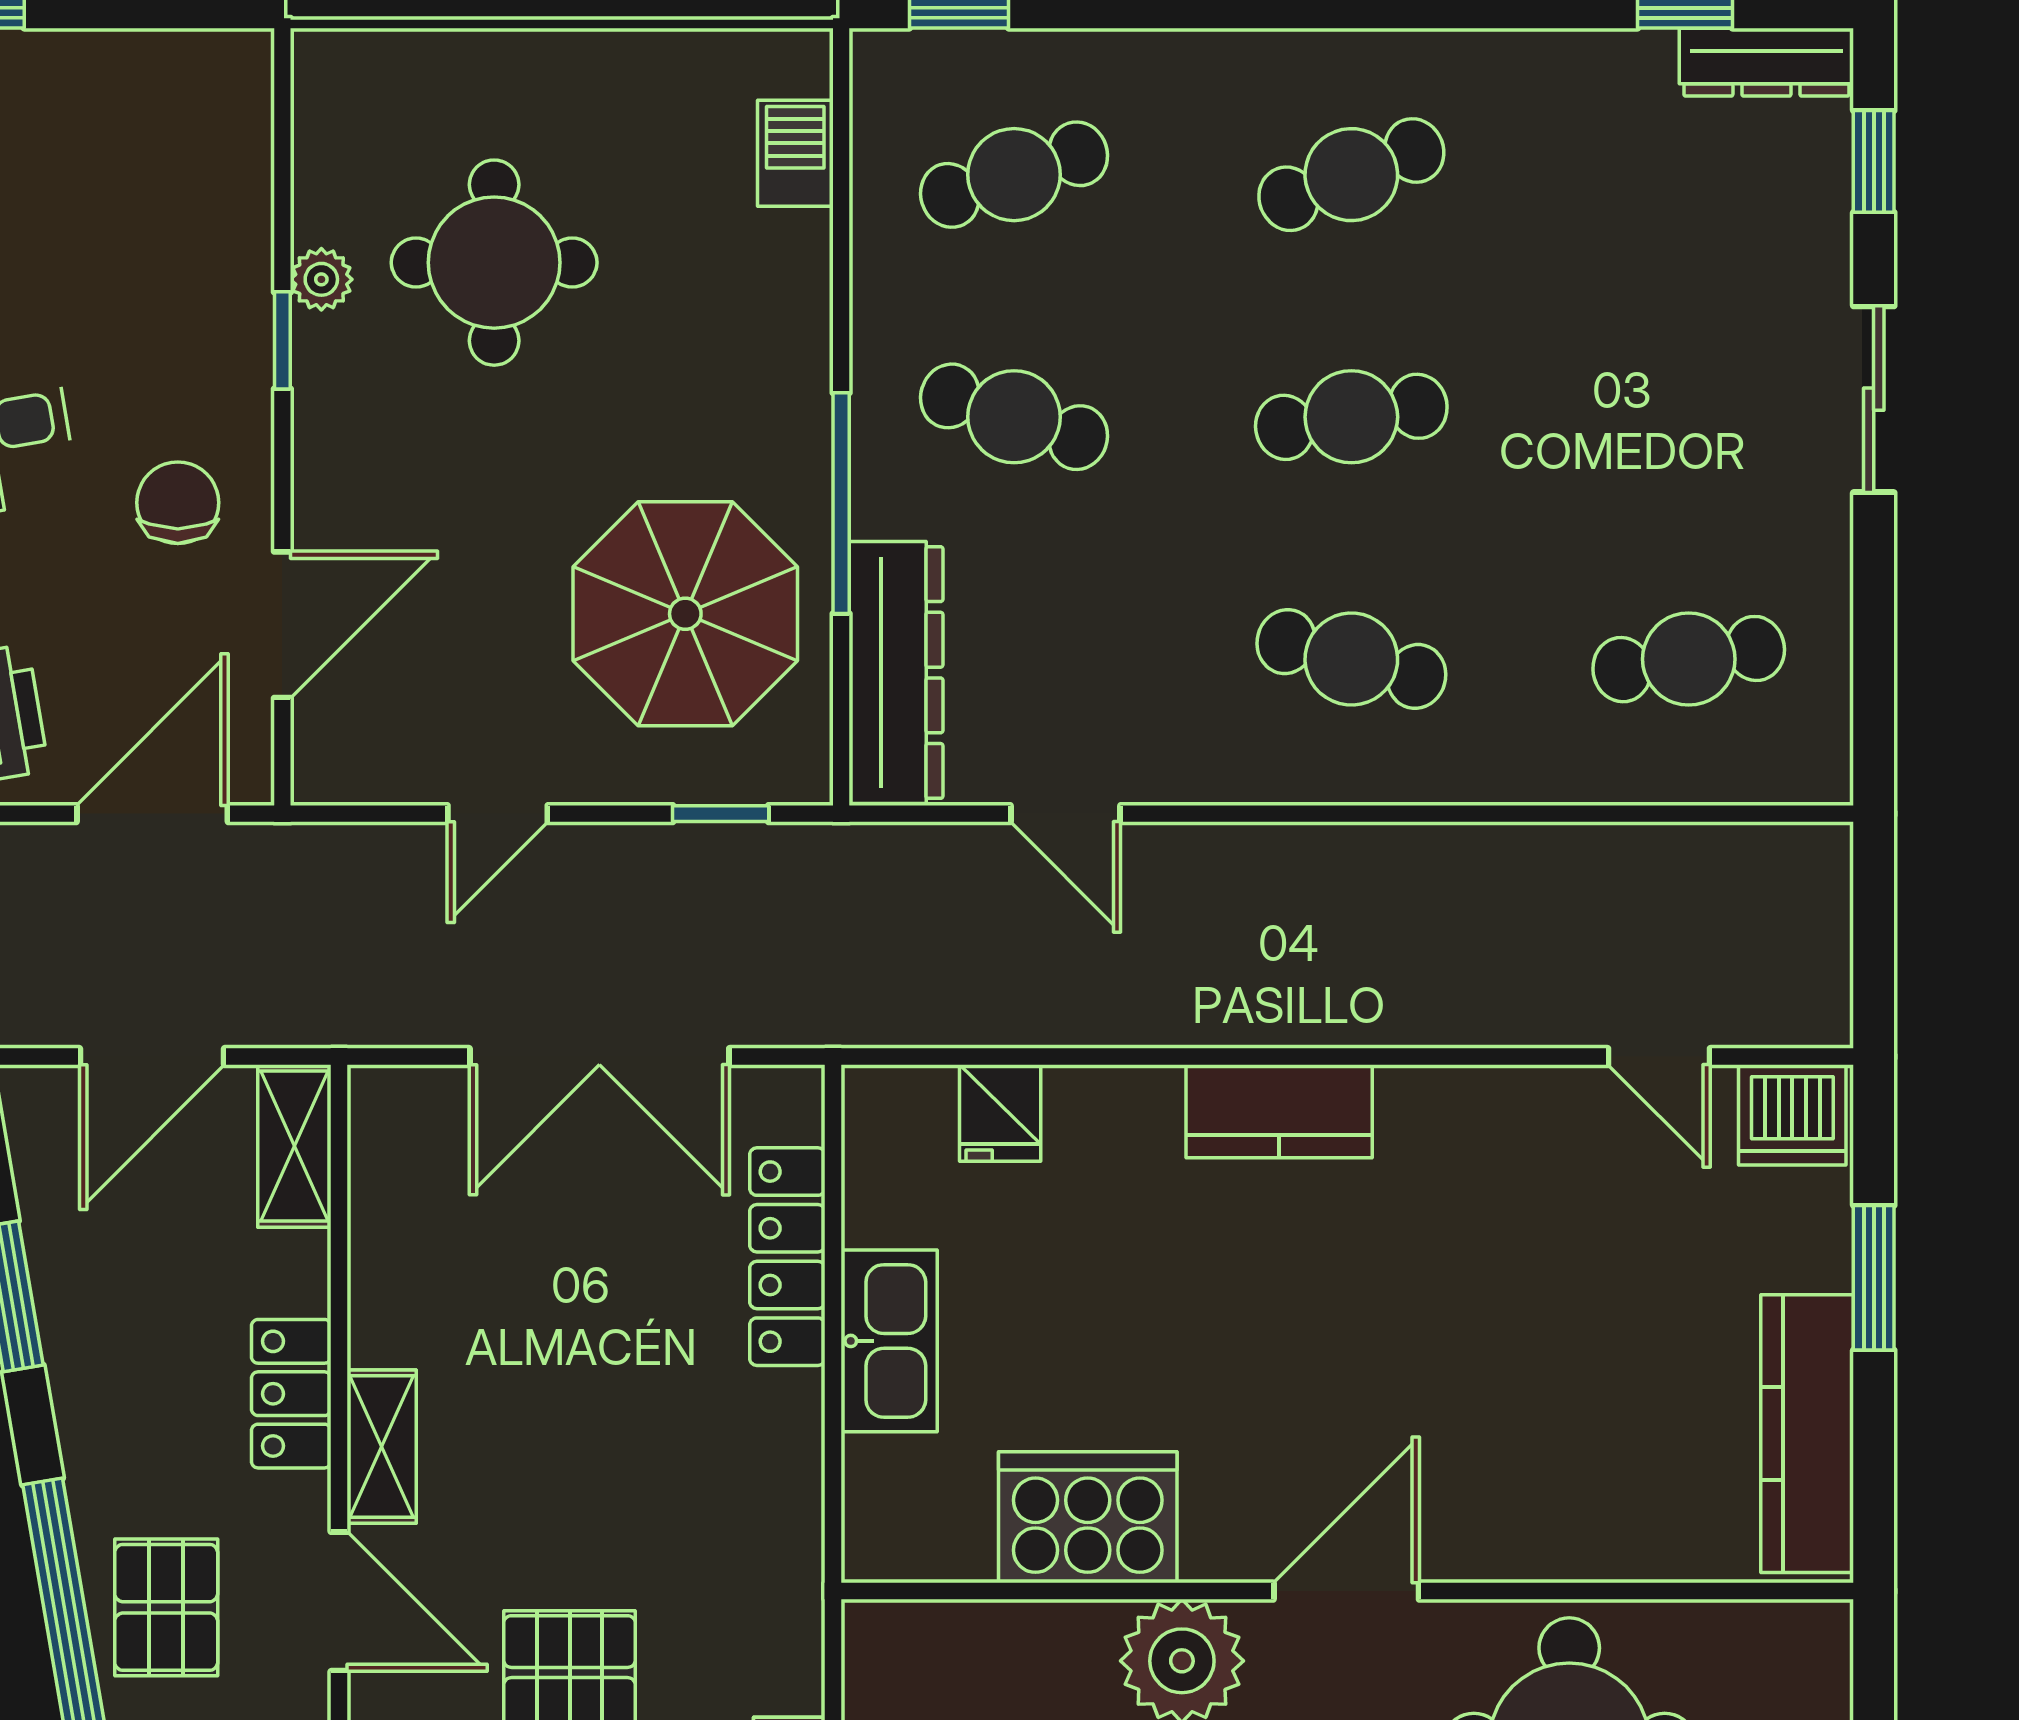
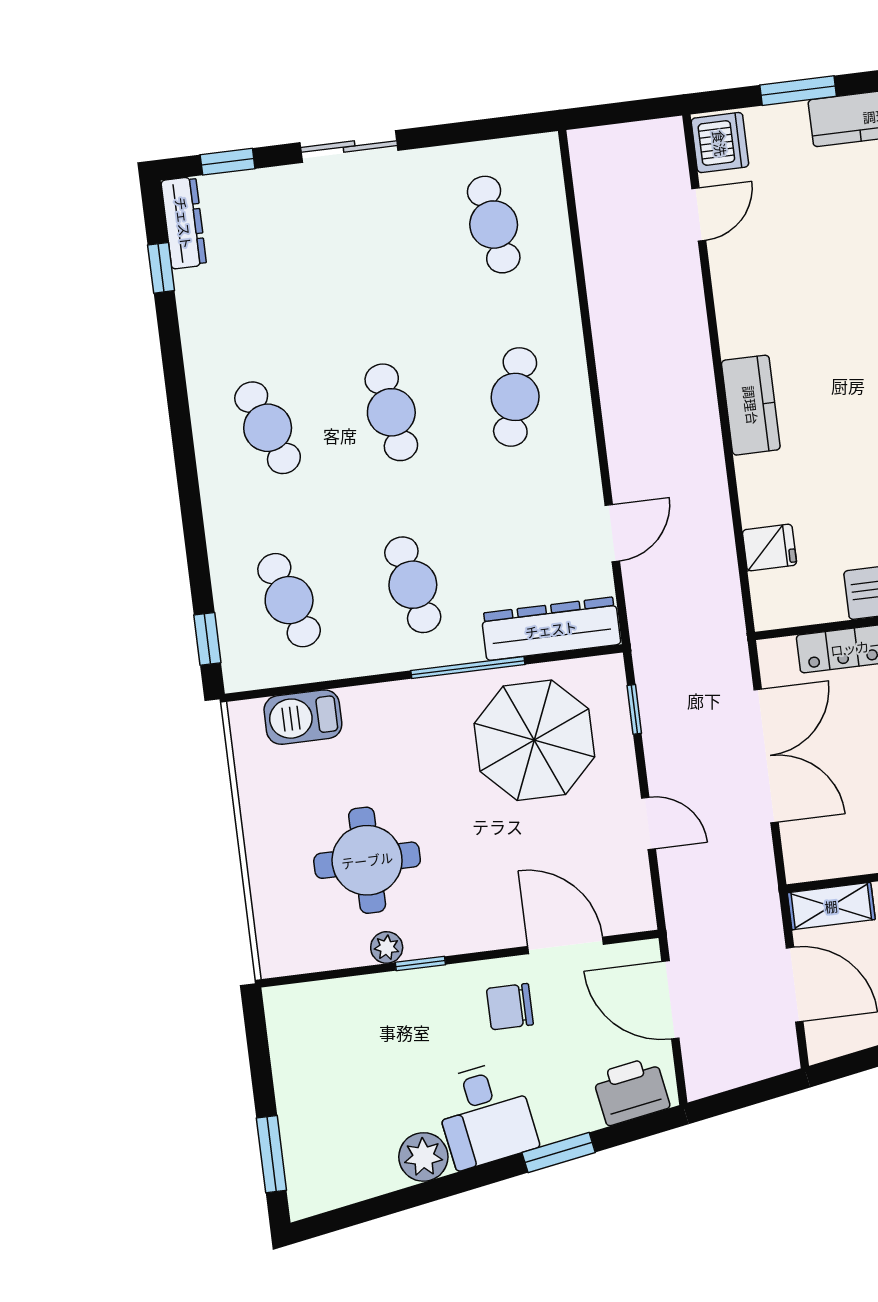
barbecue: (795, 153) -> (303, 717), width x1.38, depth x1.27
cafe table: (1014, 417) -> (413, 585), turned -30

